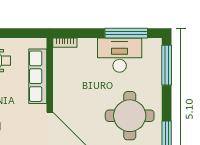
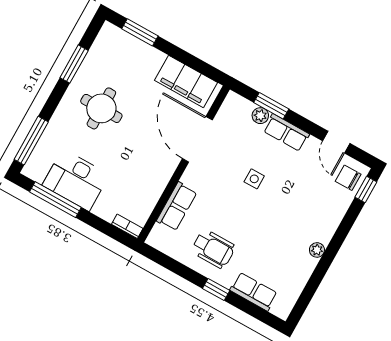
row of seats: (38, 76) -> (177, 206), width x0.68
round table: (130, 116) -> (101, 108), width x0.73, depth x0.73

